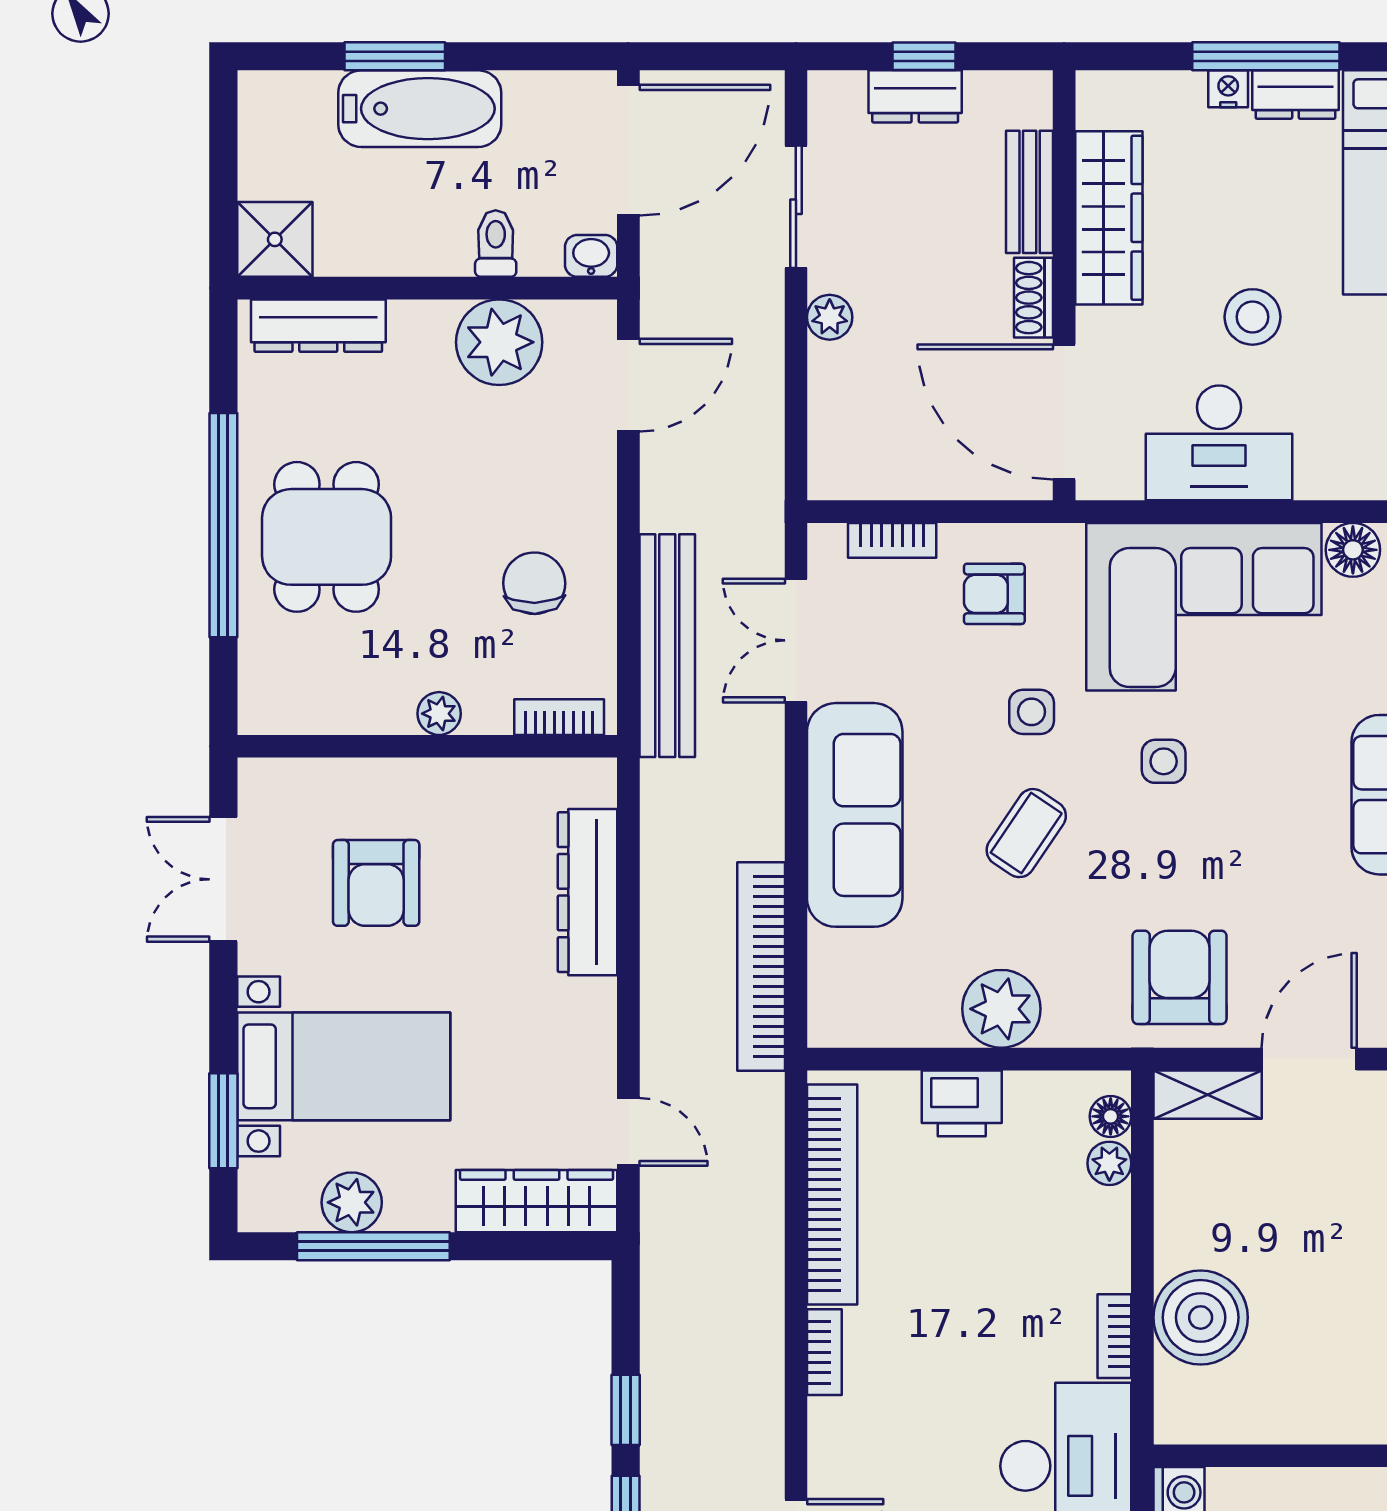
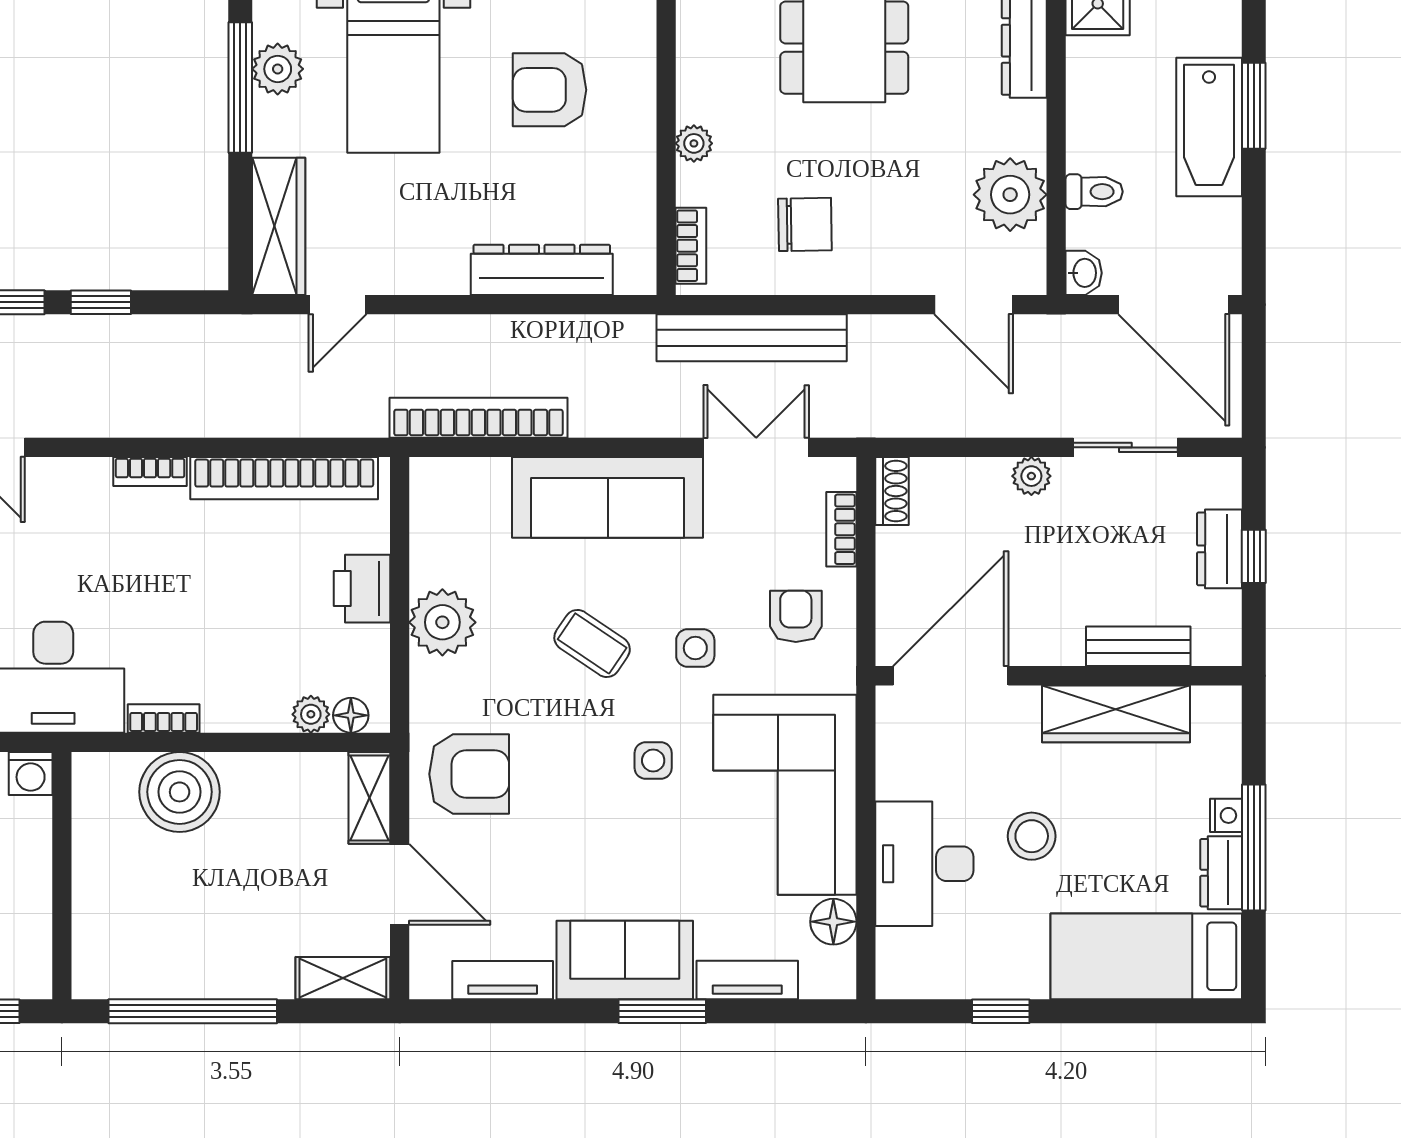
shoe rack: (1033, 298) -> (892, 491), moved, turned 90
desk: (1219, 443) -> (924, 864), moved

